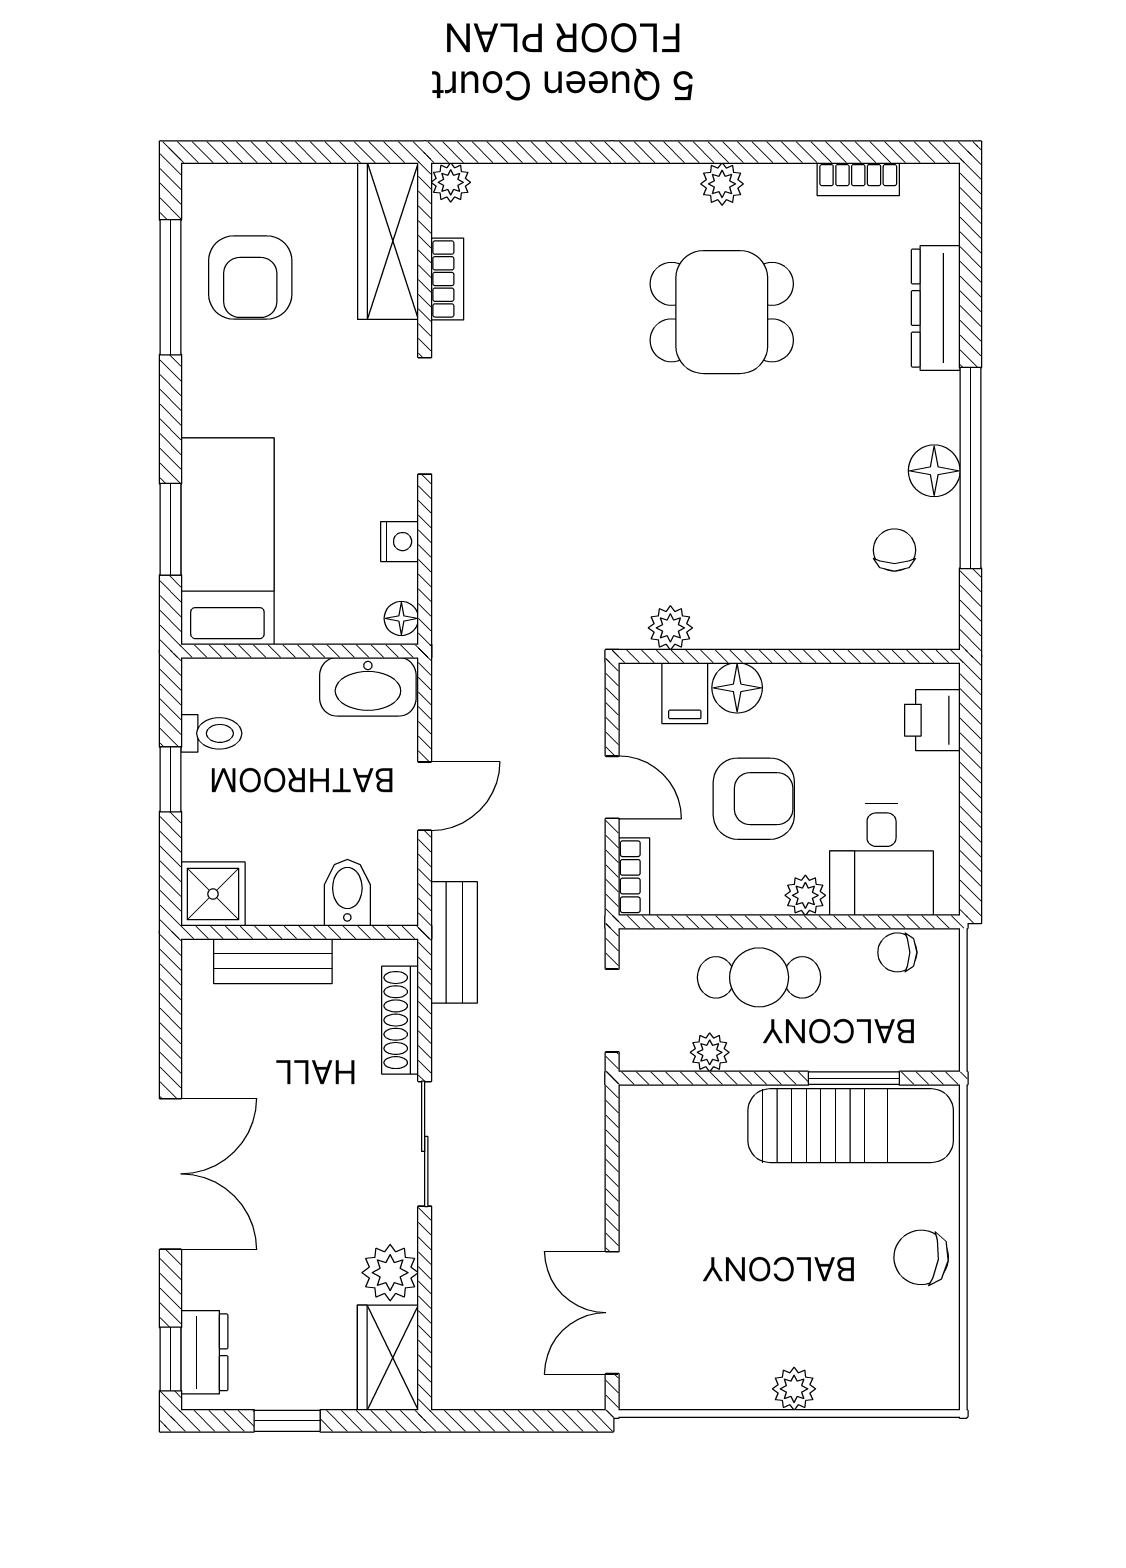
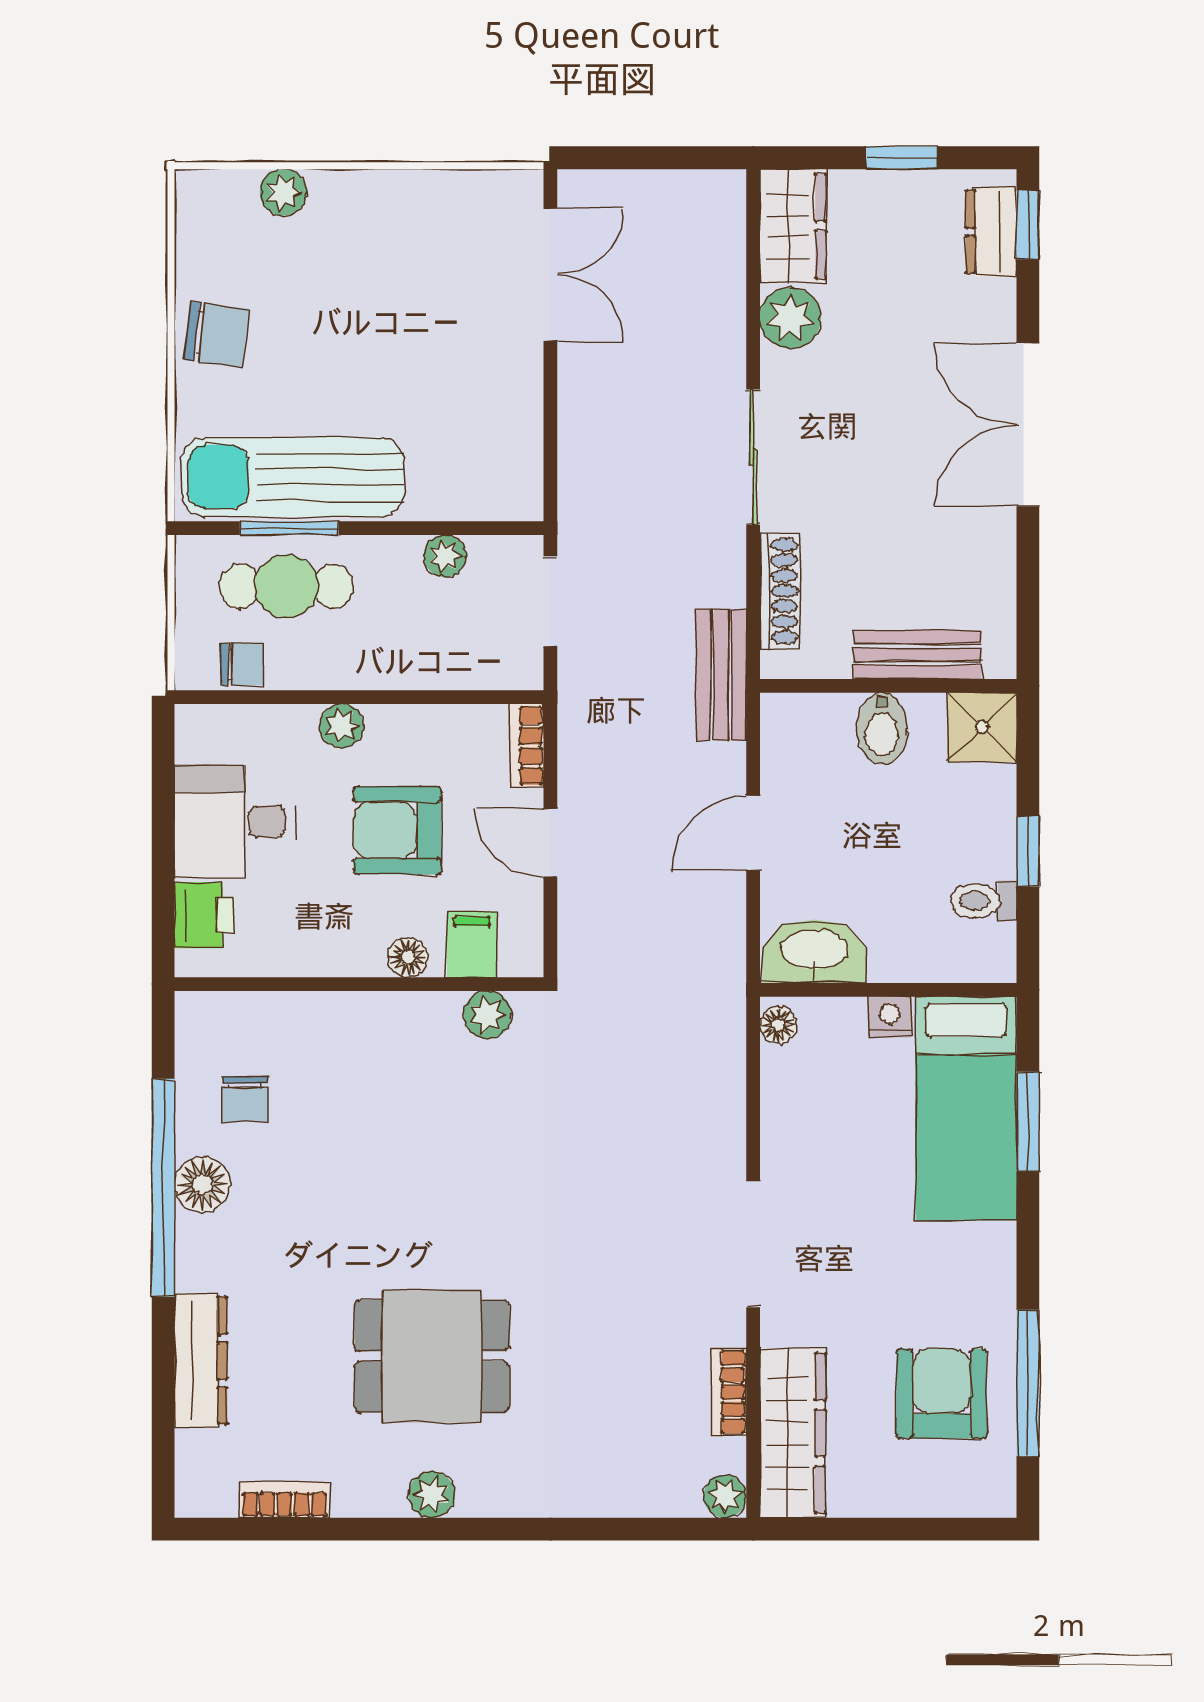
nightstand: (400, 542) -> (890, 1017), moved, turned 90
floor lamp: (737, 688) -> (408, 957), width x0.73, depth x0.73
desk: (882, 860) -> (235, 822), moved, turned -90
bidet: (347, 893) -> (882, 729), moved
cafe table: (759, 977) -> (287, 586), moved
plant: (794, 1389) -> (283, 192), moved

